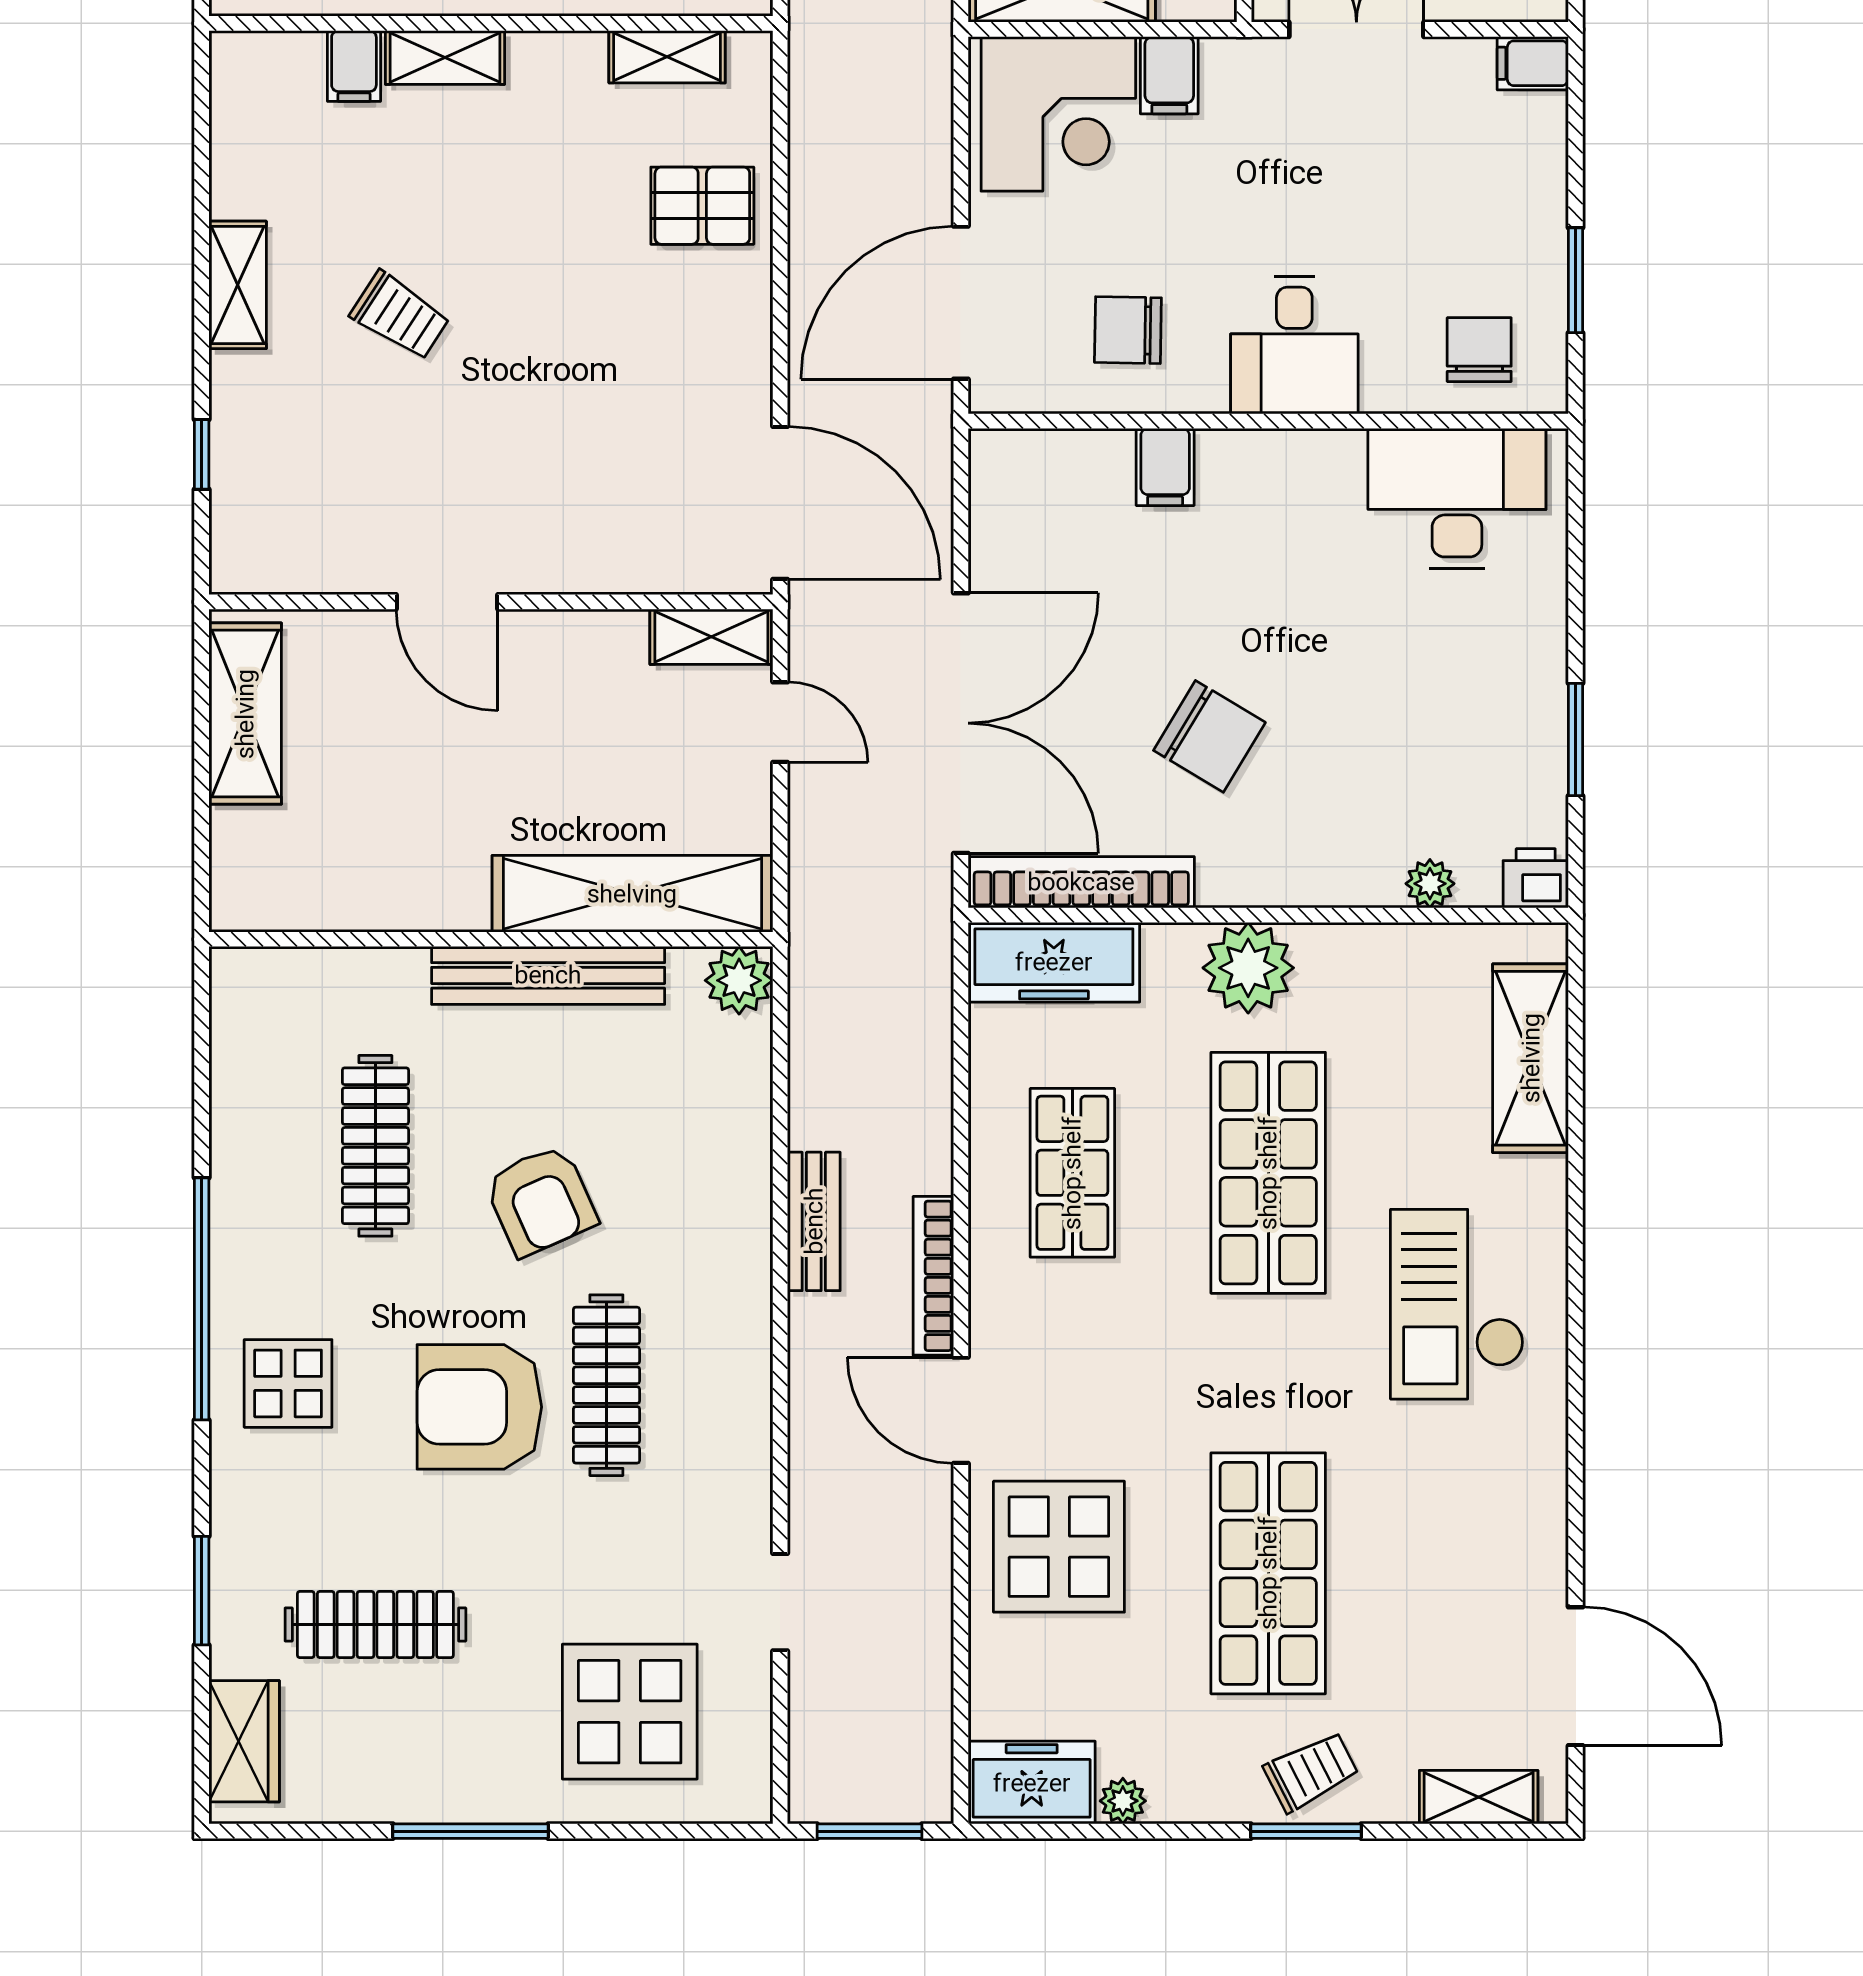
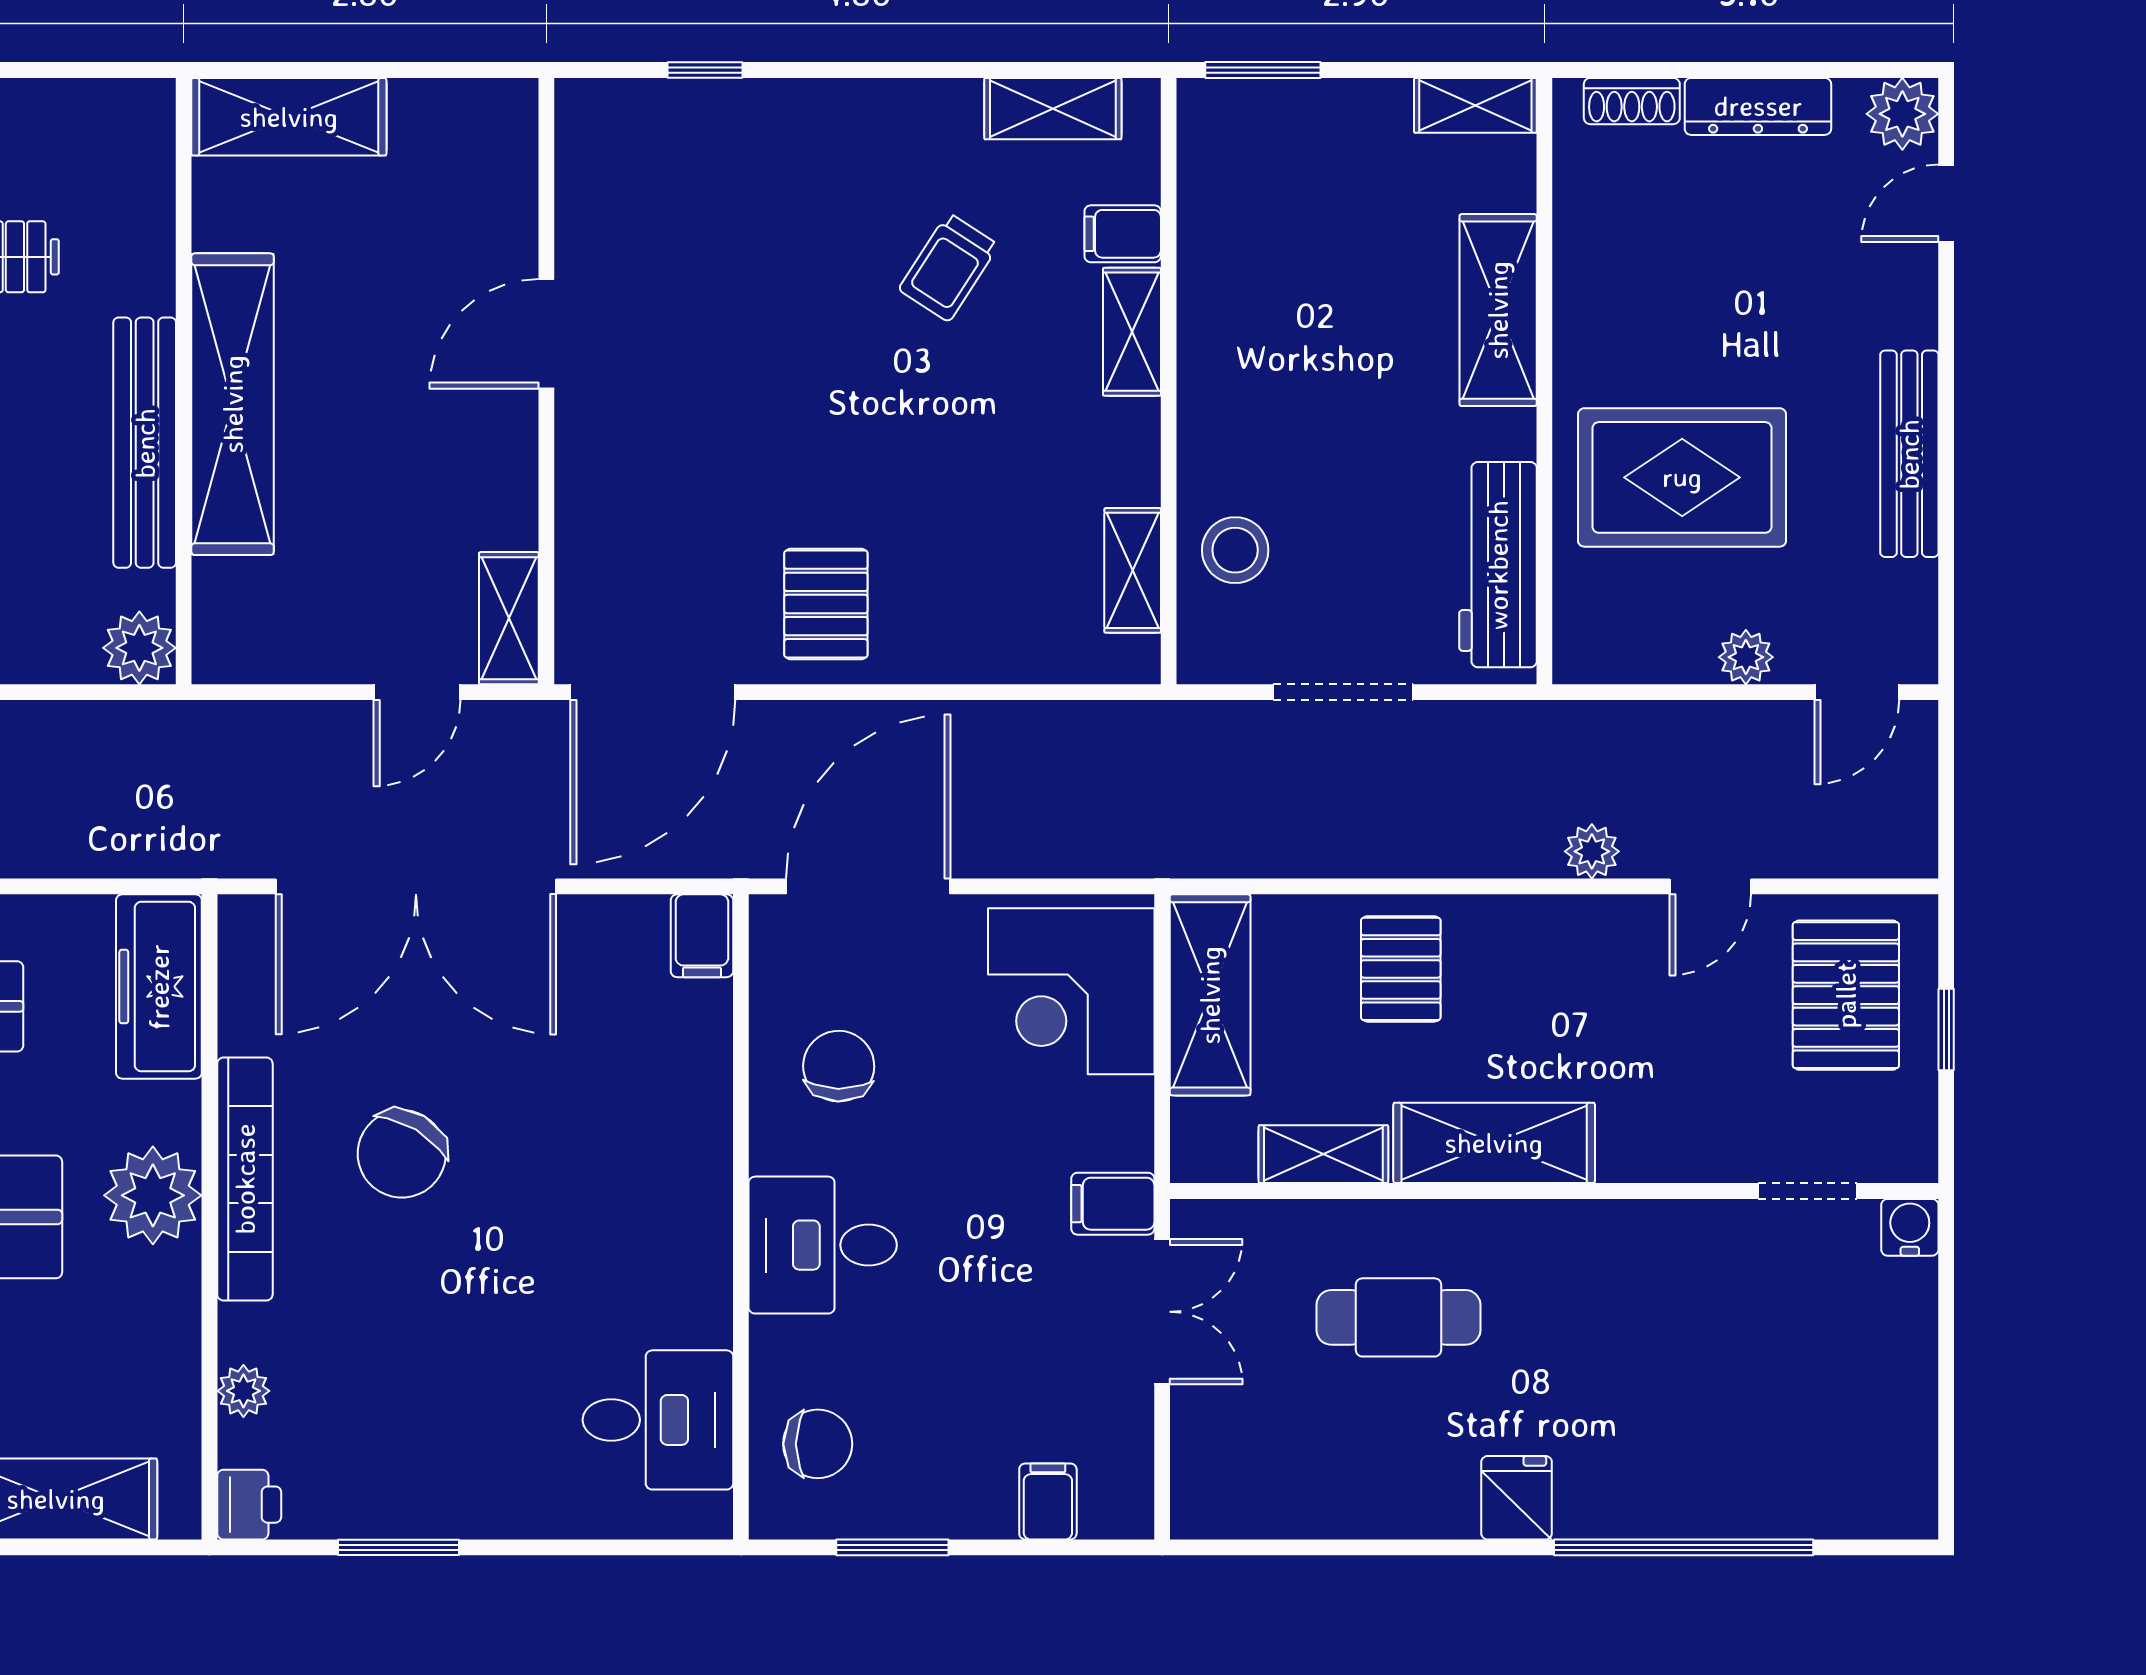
filing cabinet: (1533, 63) -> (1048, 1501), moved
filing cabinet: (1169, 75) -> (1113, 1204), moved
pallet: (702, 206) -> (826, 604), moved
shelving: (238, 285) -> (1053, 109), moved
door: (961, 303) -> (868, 886), hinge flipped
trolley: (400, 316) -> (949, 267), moved
filing cabinet: (1165, 467) -> (702, 936), moved, turned -90
desk: (1457, 498) -> (658, 1420), width x0.73
shelving: (245, 714) -> (289, 117), moved
bookcase: (1081, 882) -> (245, 1179), moved
shelving: (632, 894) -> (233, 404), moved

